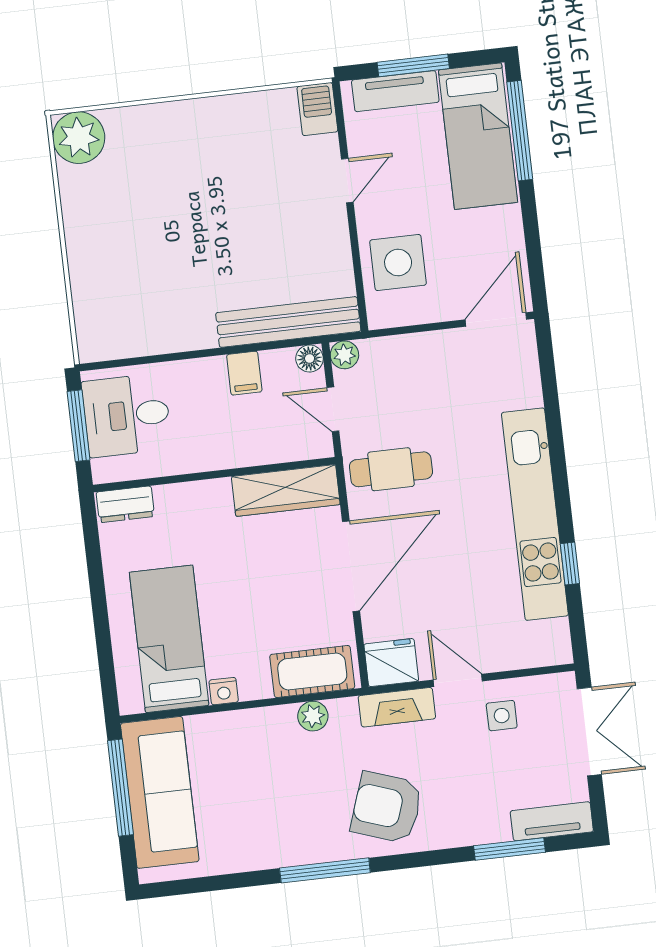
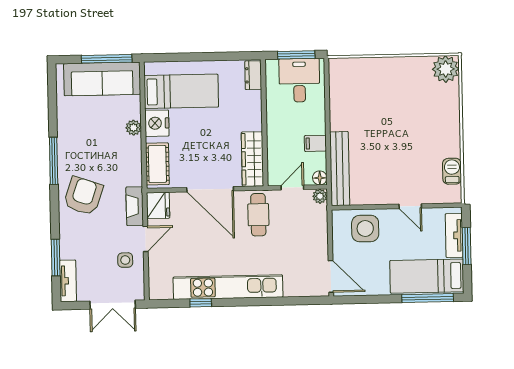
barbecue: (317, 109) -> (452, 171), moved, turned -90
nightstand: (224, 691) -> (157, 123), width x1.89, depth x1.79
plant: (313, 716) -> (133, 128), moved

